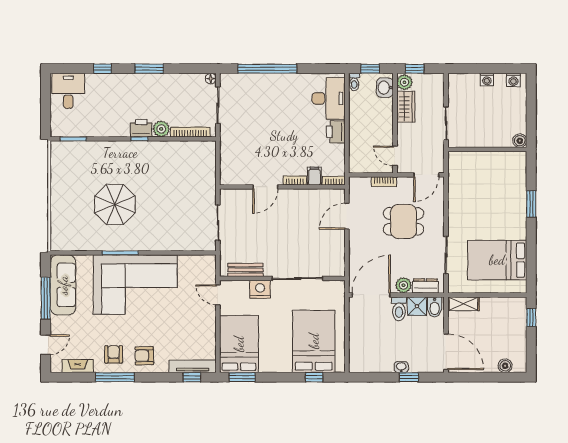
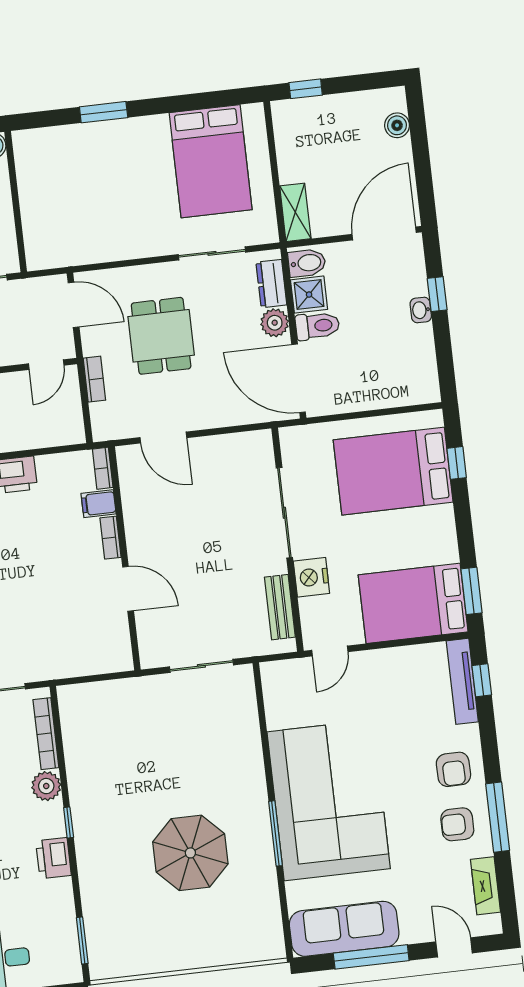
printer: (141, 128) -> (53, 858), moved

